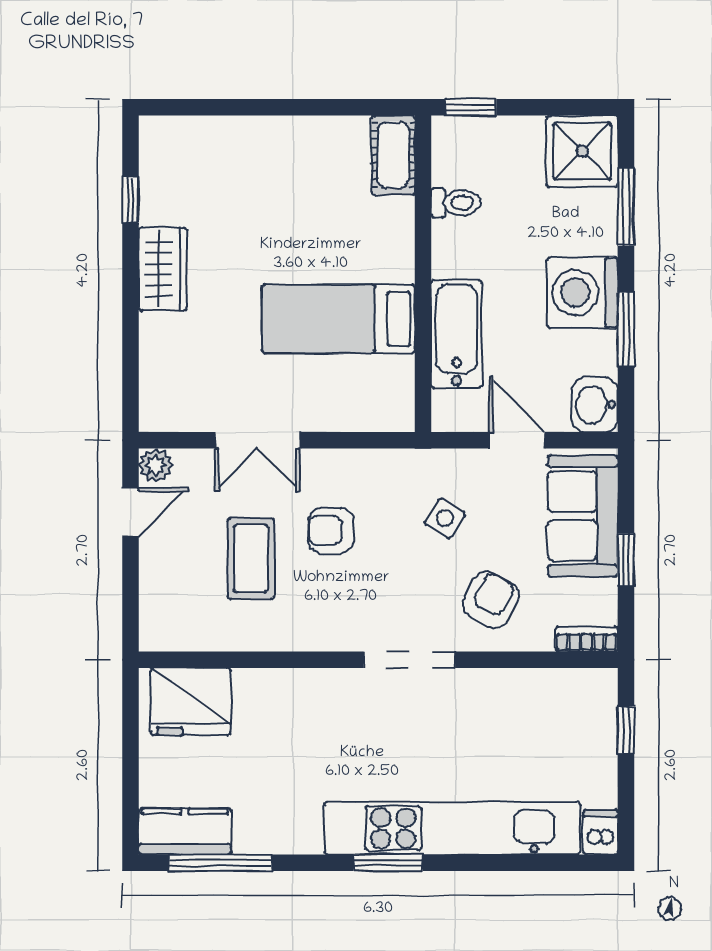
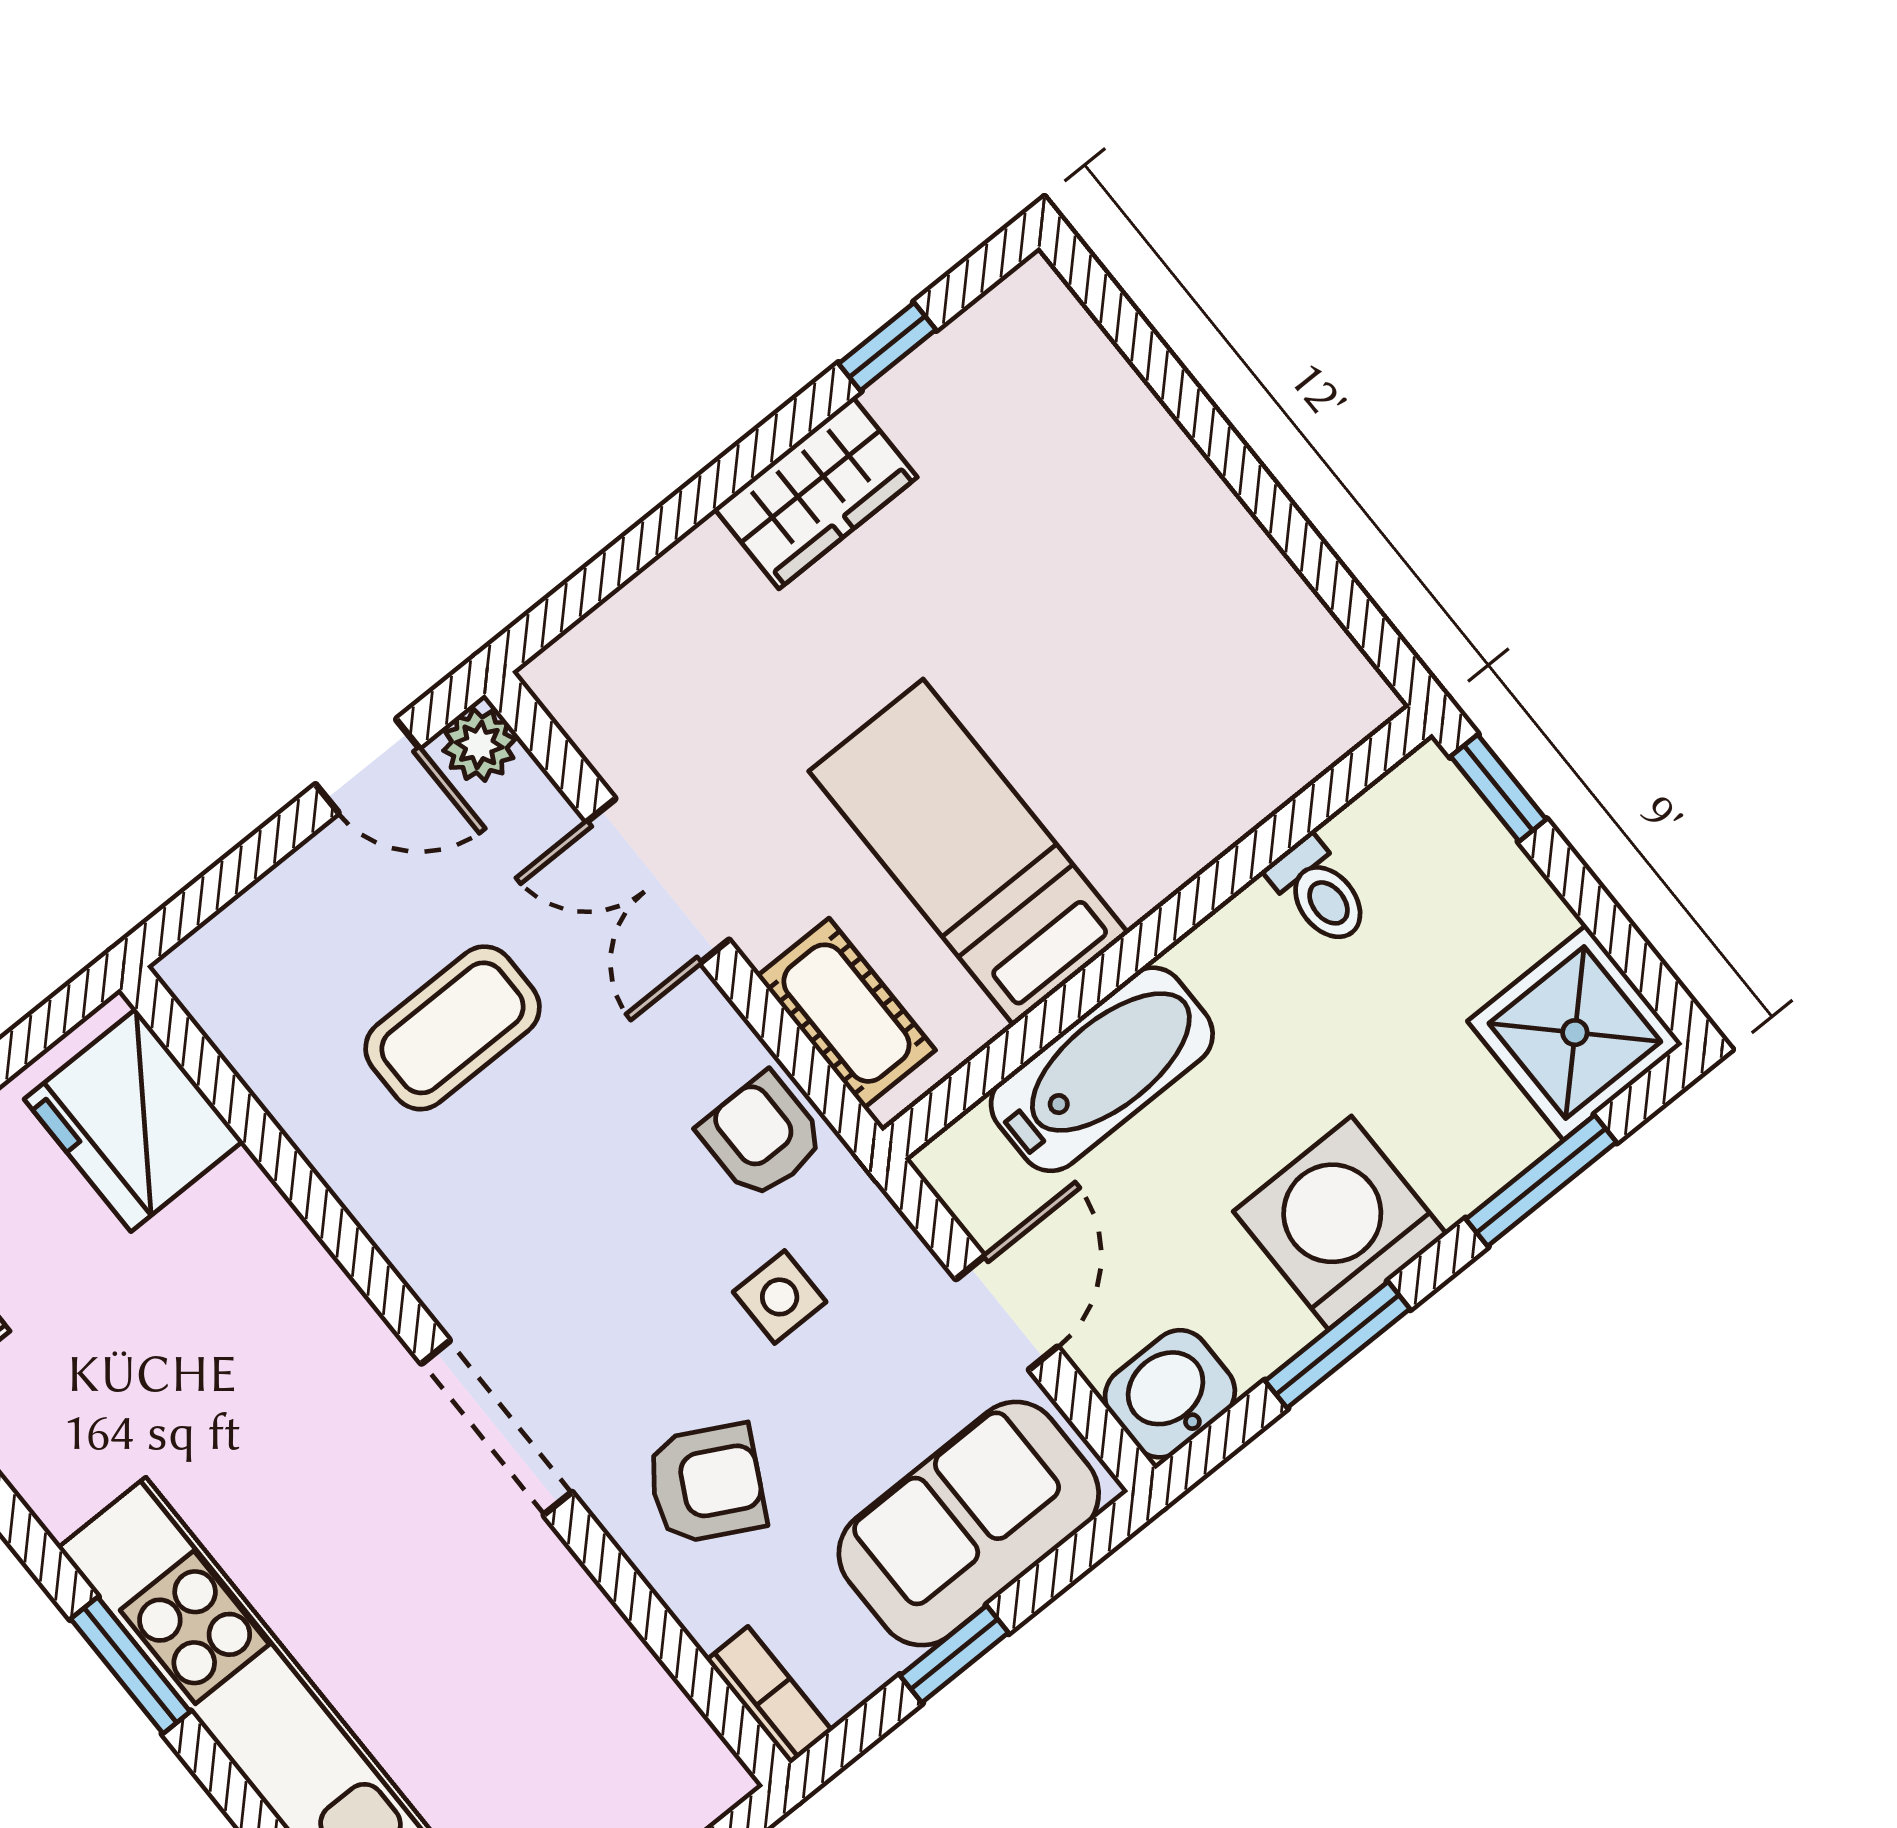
cot: (393, 155) -> (846, 1013), moved, turned 90
side table: (445, 518) -> (780, 1297), turned -32
armchair: (331, 531) -> (762, 1136), moved

